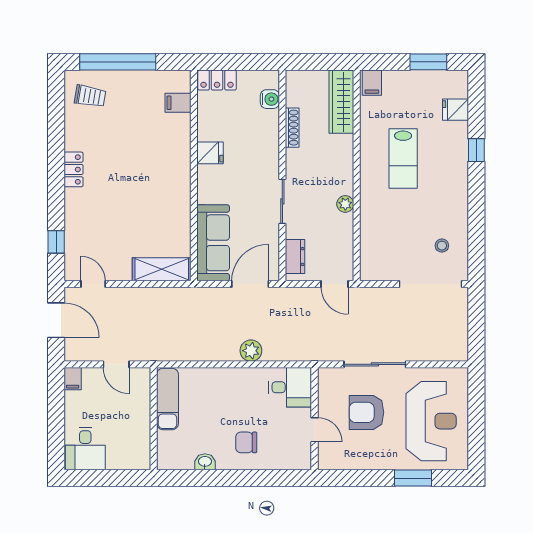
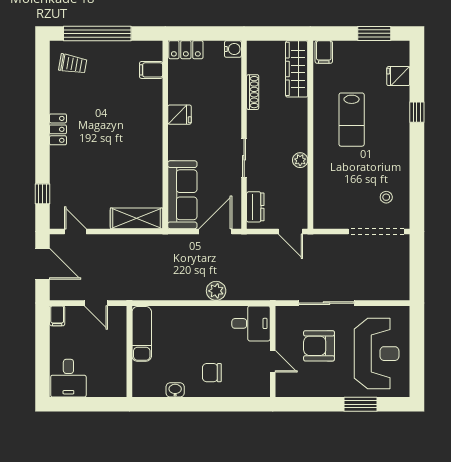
water cooler: (270, 99) -> (233, 49), moved

